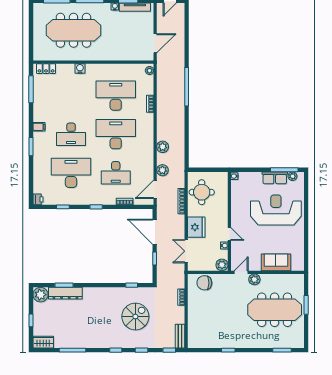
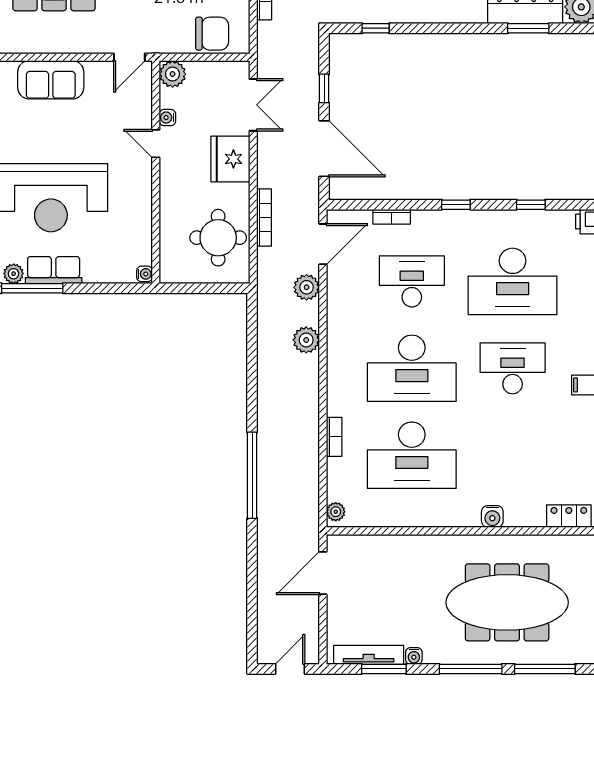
plant: (254, 279) -> (99, 41), removed

